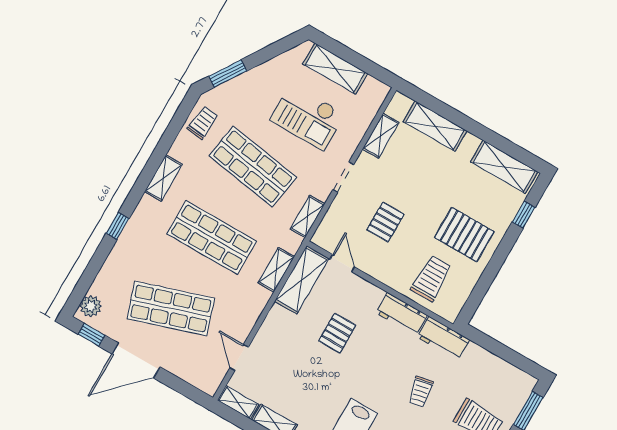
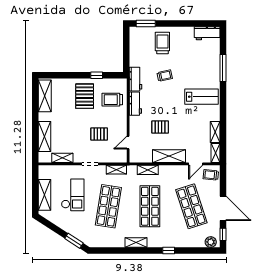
trolley: (203, 123) -> (211, 175), moved
window: (524, 215) -> (97, 75), moved
shelving: (302, 280) -> (169, 156), moved

